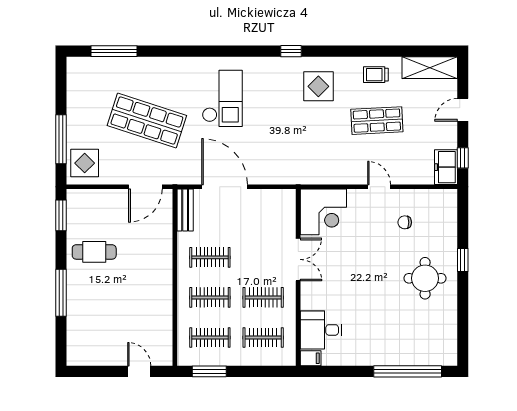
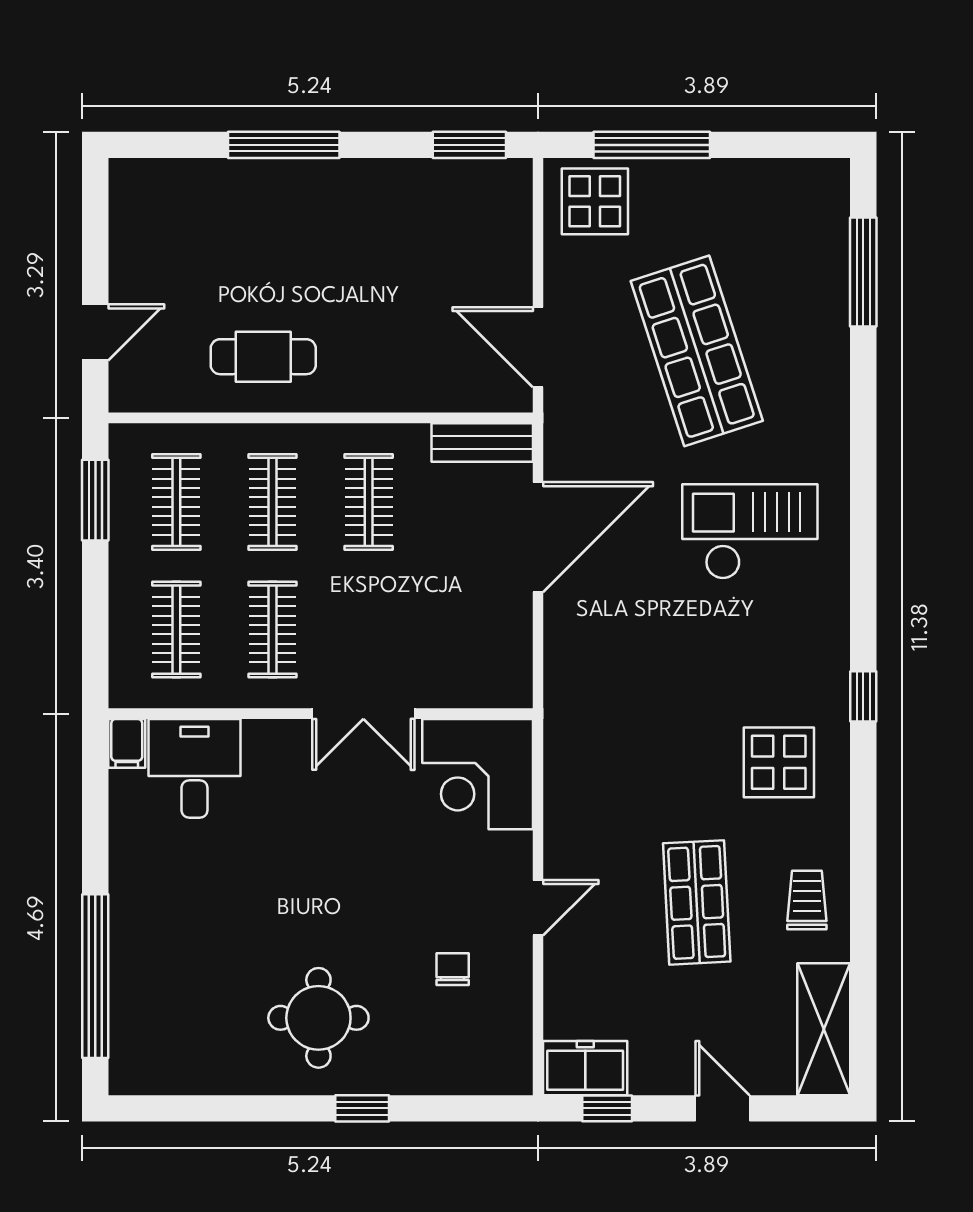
checkout: (222, 98) -> (750, 532), turned 180
shop shelf: (147, 121) -> (697, 351), turned -36
cafe table: (94, 252) -> (263, 357), moved, turned 90

